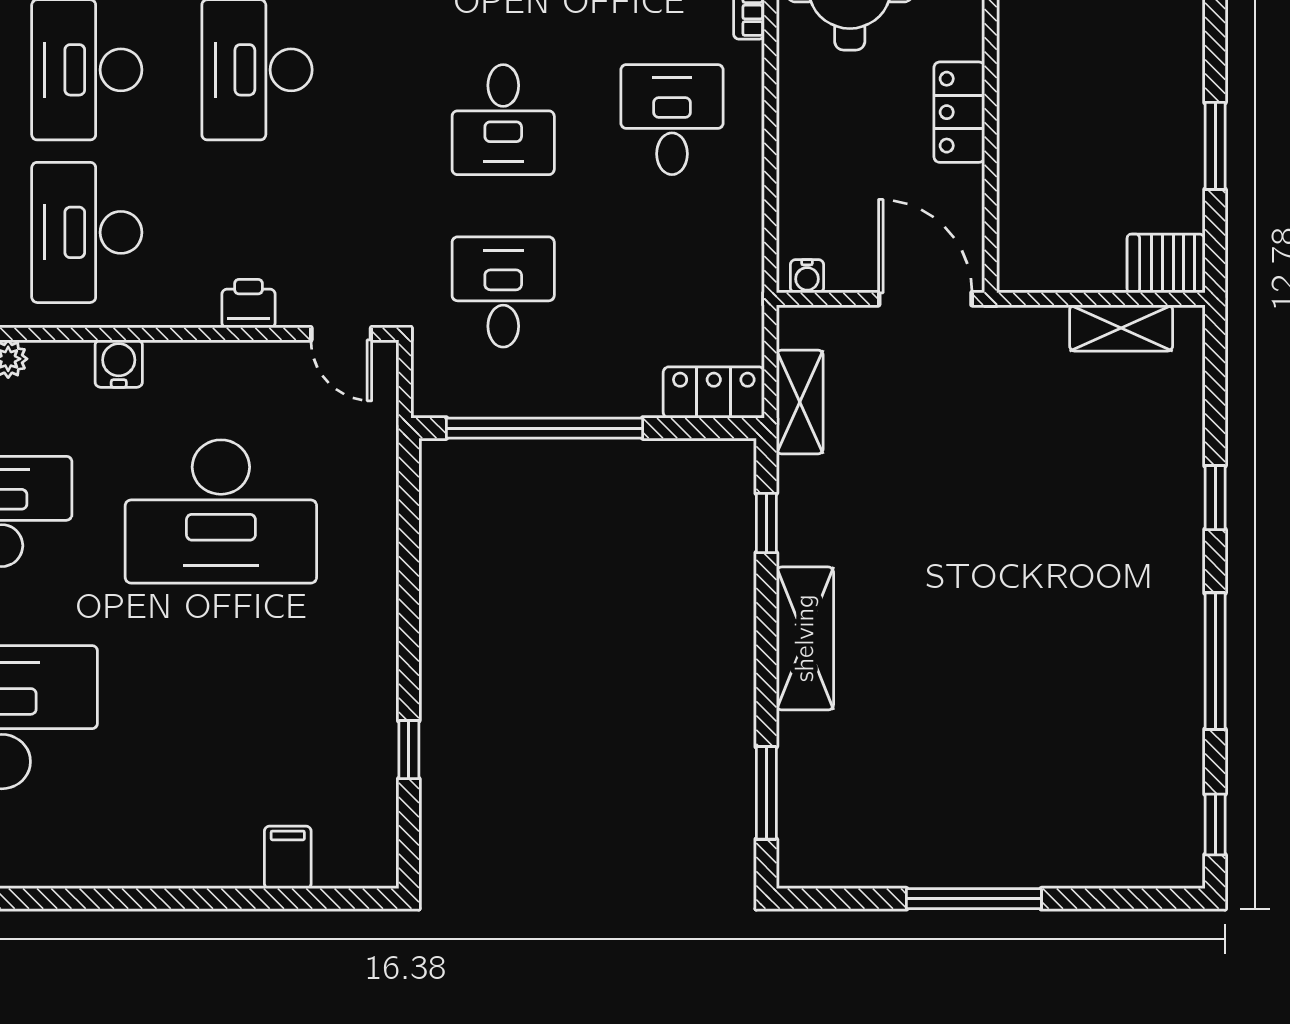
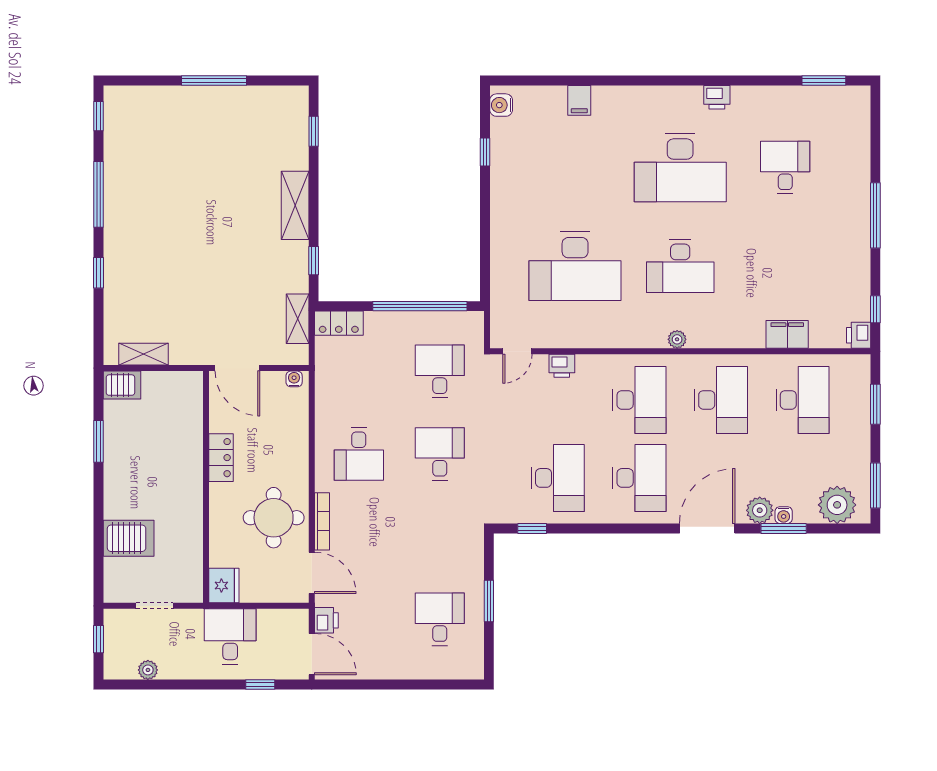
desk: (503, 292) -> (440, 371), turned 180
door: (341, 334) -> (517, 351), swing flipped
water cooler: (119, 364) -> (501, 105), moved, turned 90
desk: (221, 511) -> (575, 266), turned 180
window: (766, 793) -> (314, 131), width x0.67
filing cabinet: (288, 857) -> (579, 100), moved

